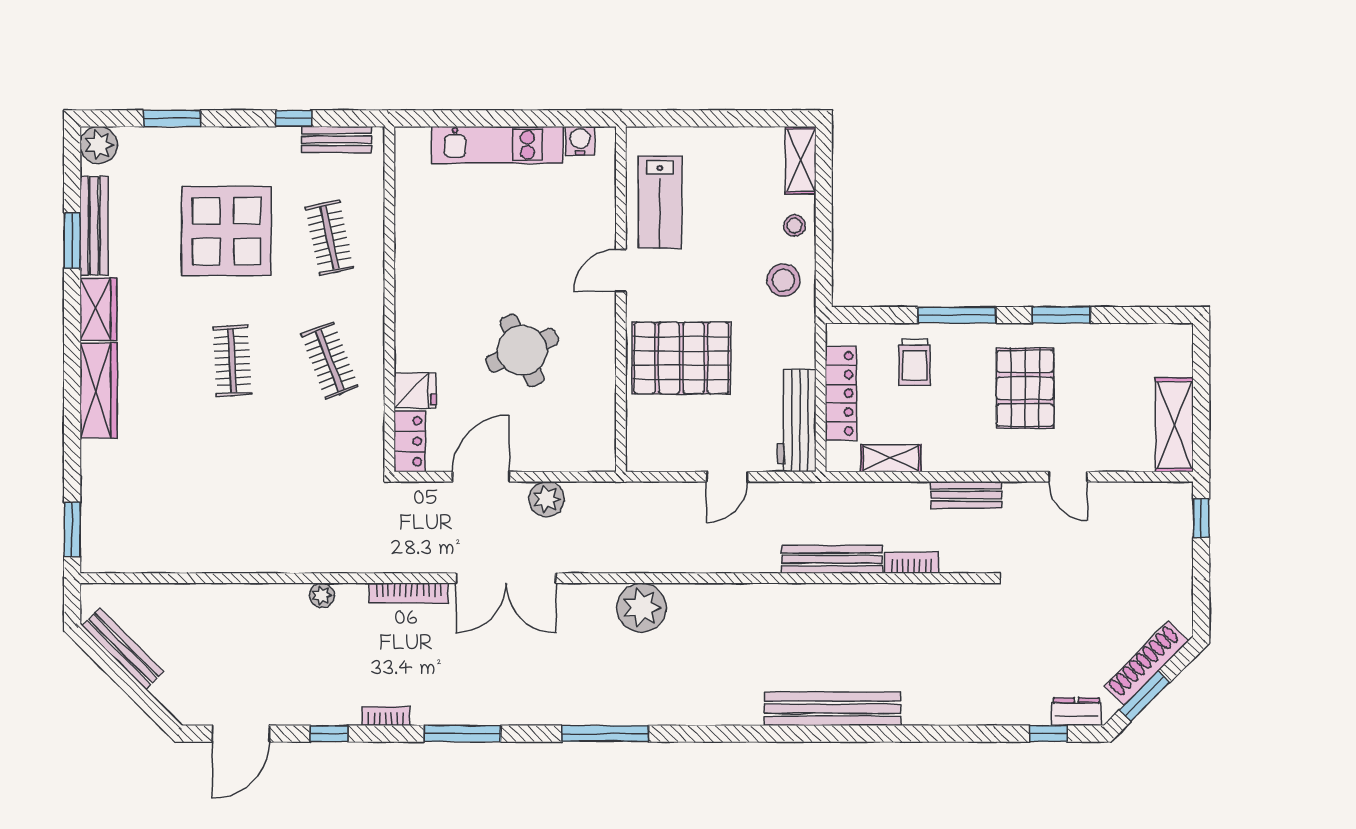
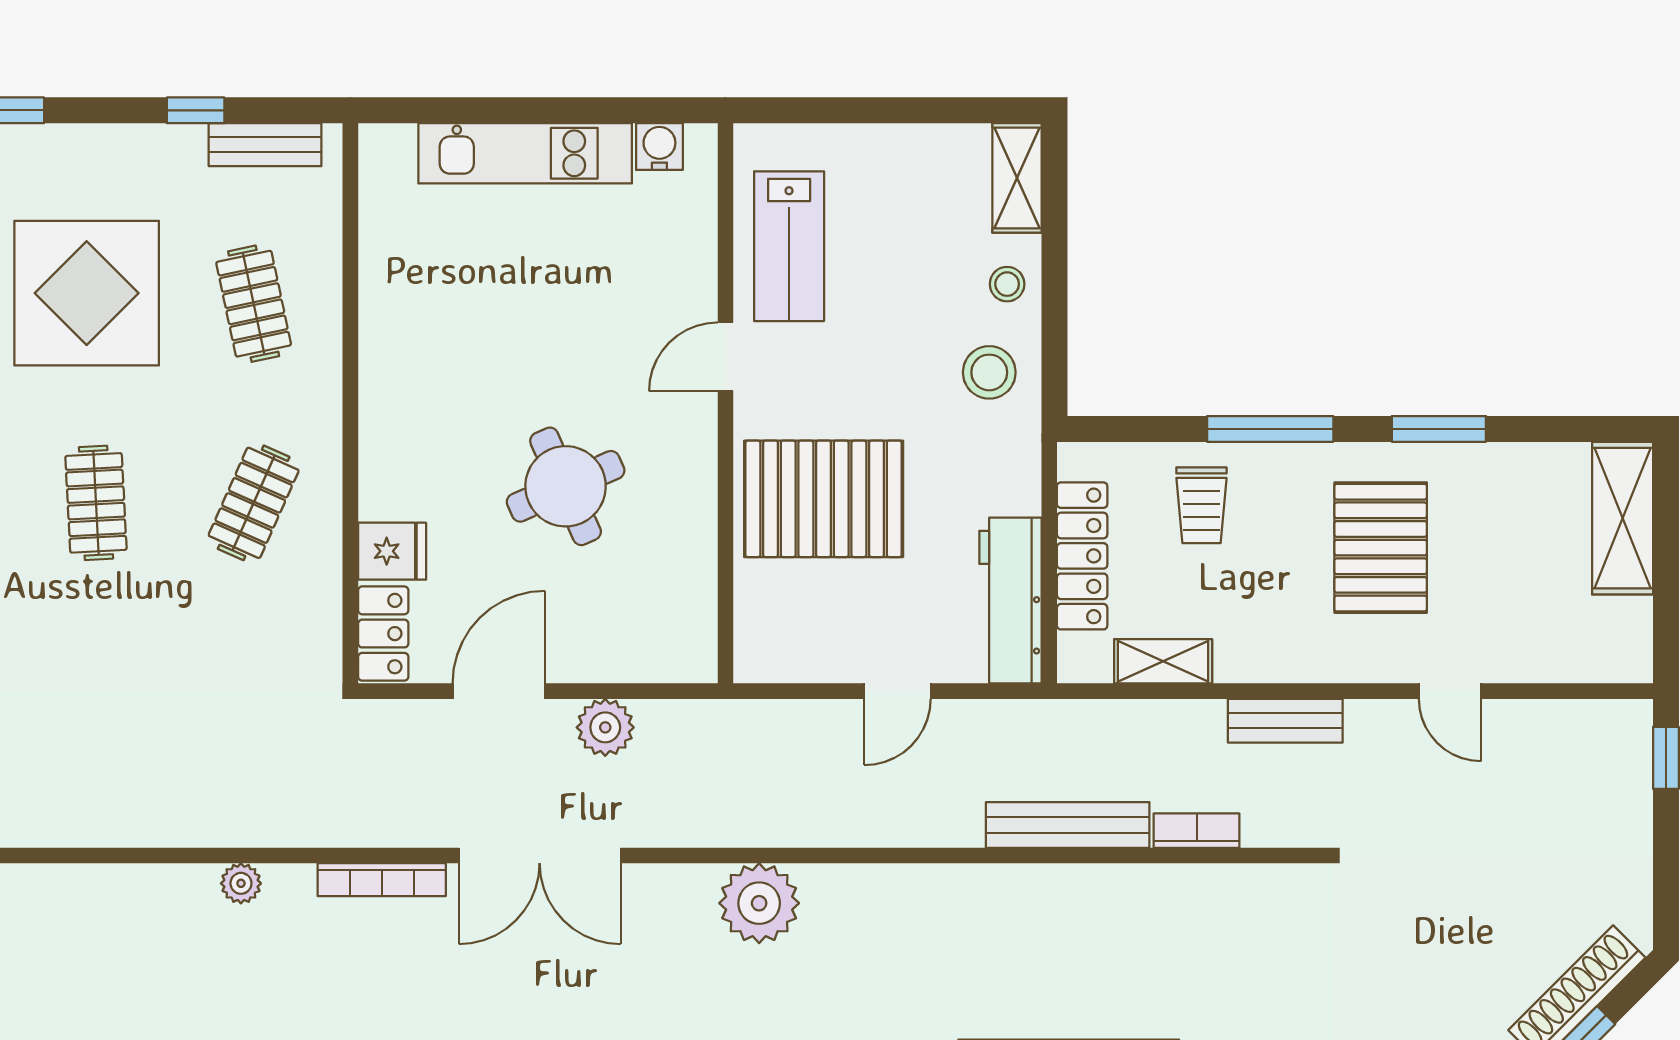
clothes rail: (330, 361) -> (254, 503), turned 45
shelving: (1174, 425) -> (1623, 518), moved

